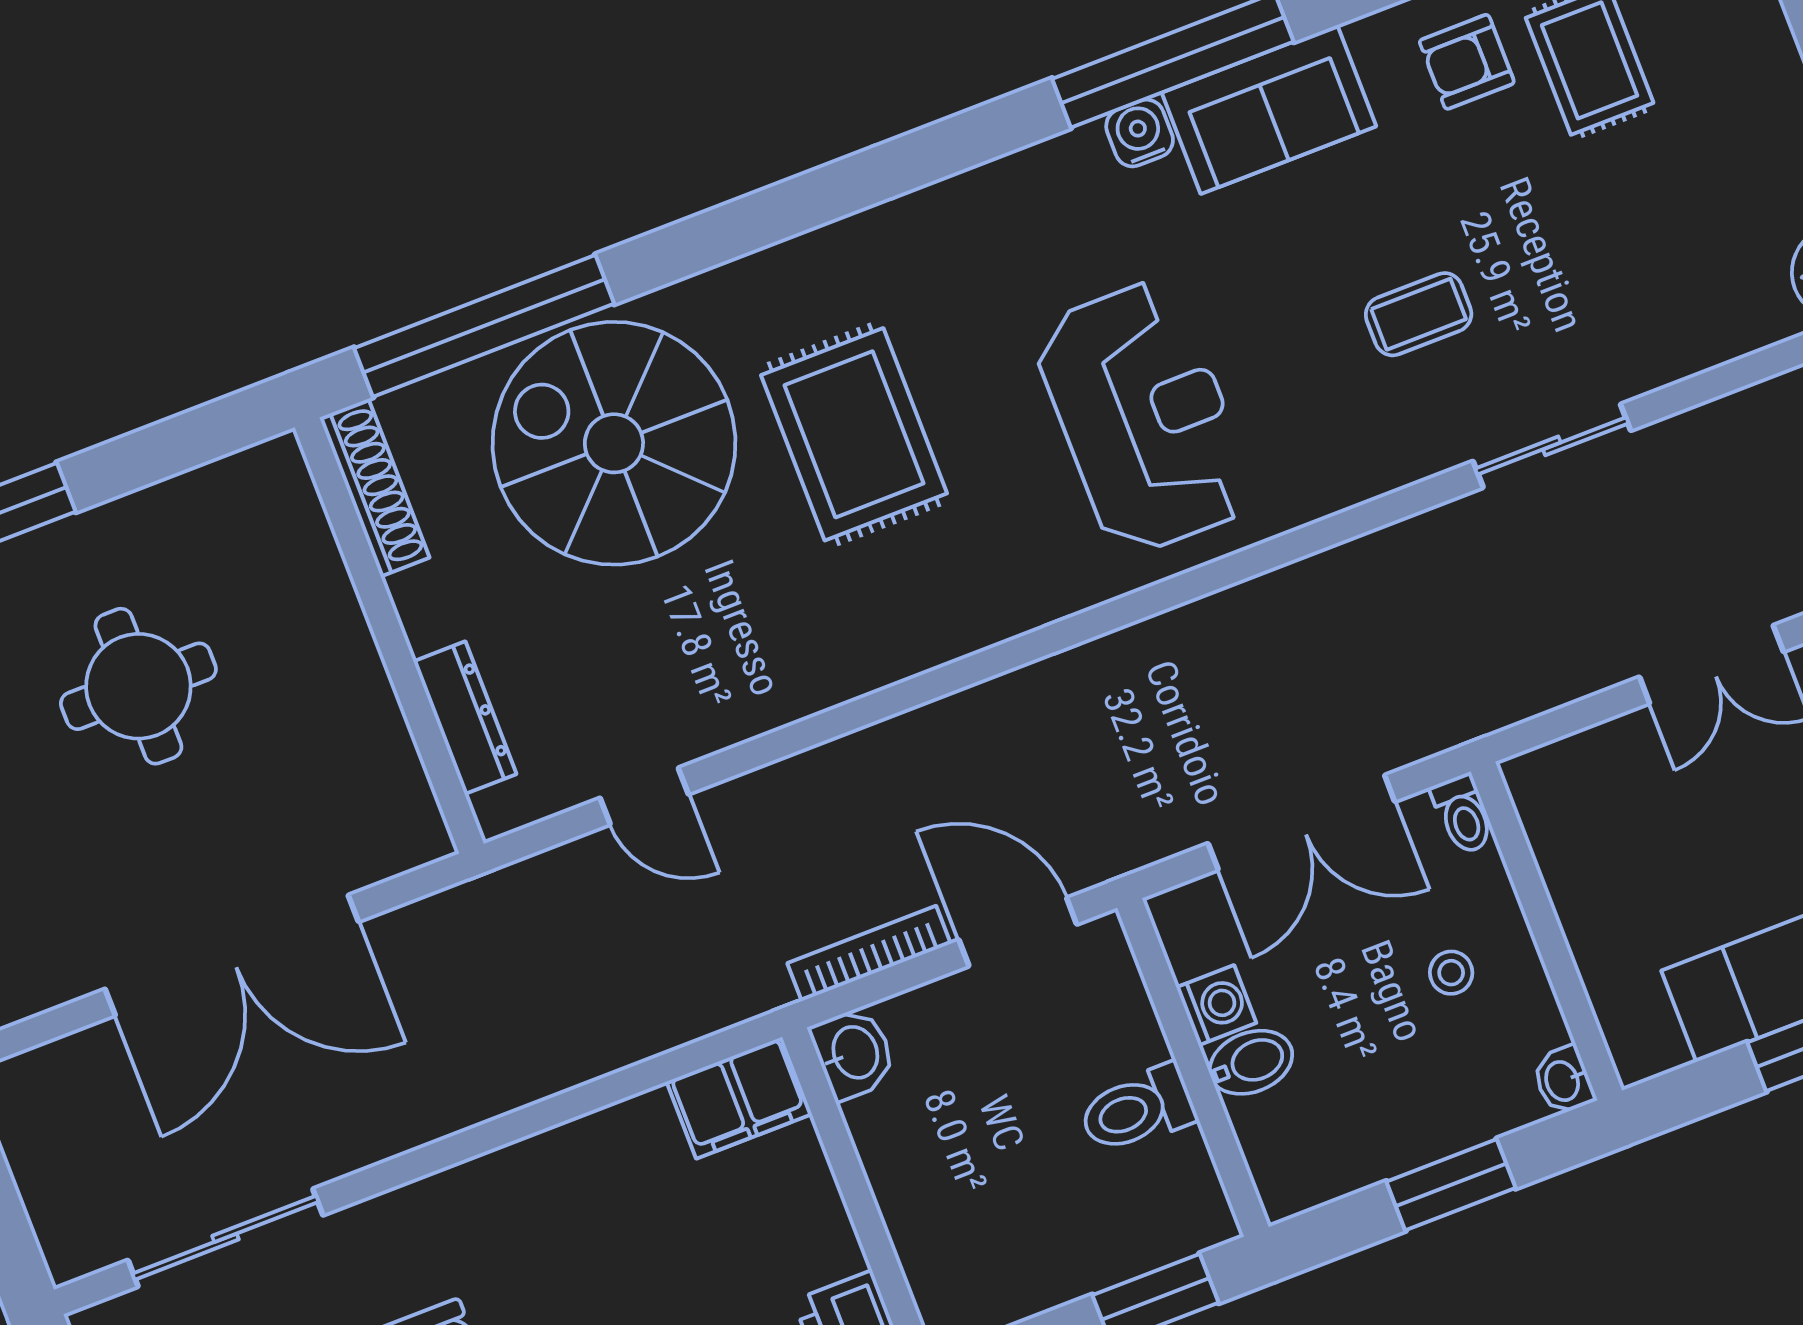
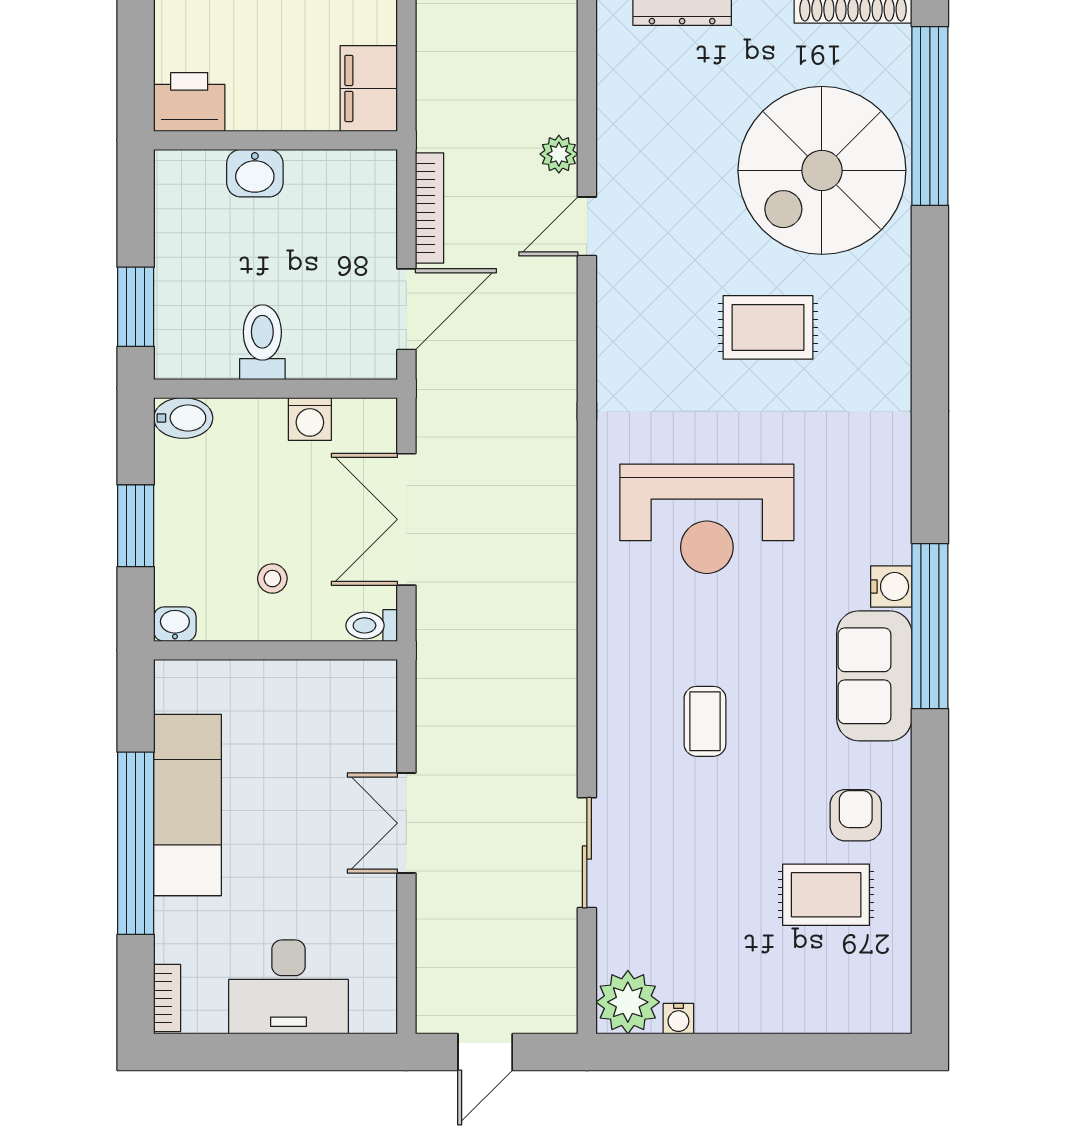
rug: (854, 434) -> (768, 327), width x0.73, depth x0.70
spiral stairs: (614, 443) -> (822, 170), turned 180
sliding door: (1552, 446) -> (587, 853), moved
door: (644, 796) -> (587, 226), moved
plant: (729, 807) -> (559, 154), added
washbasin: (853, 1053) -> (255, 173), moved
bidet: (1251, 1062) -> (183, 418), moved, turned -90

